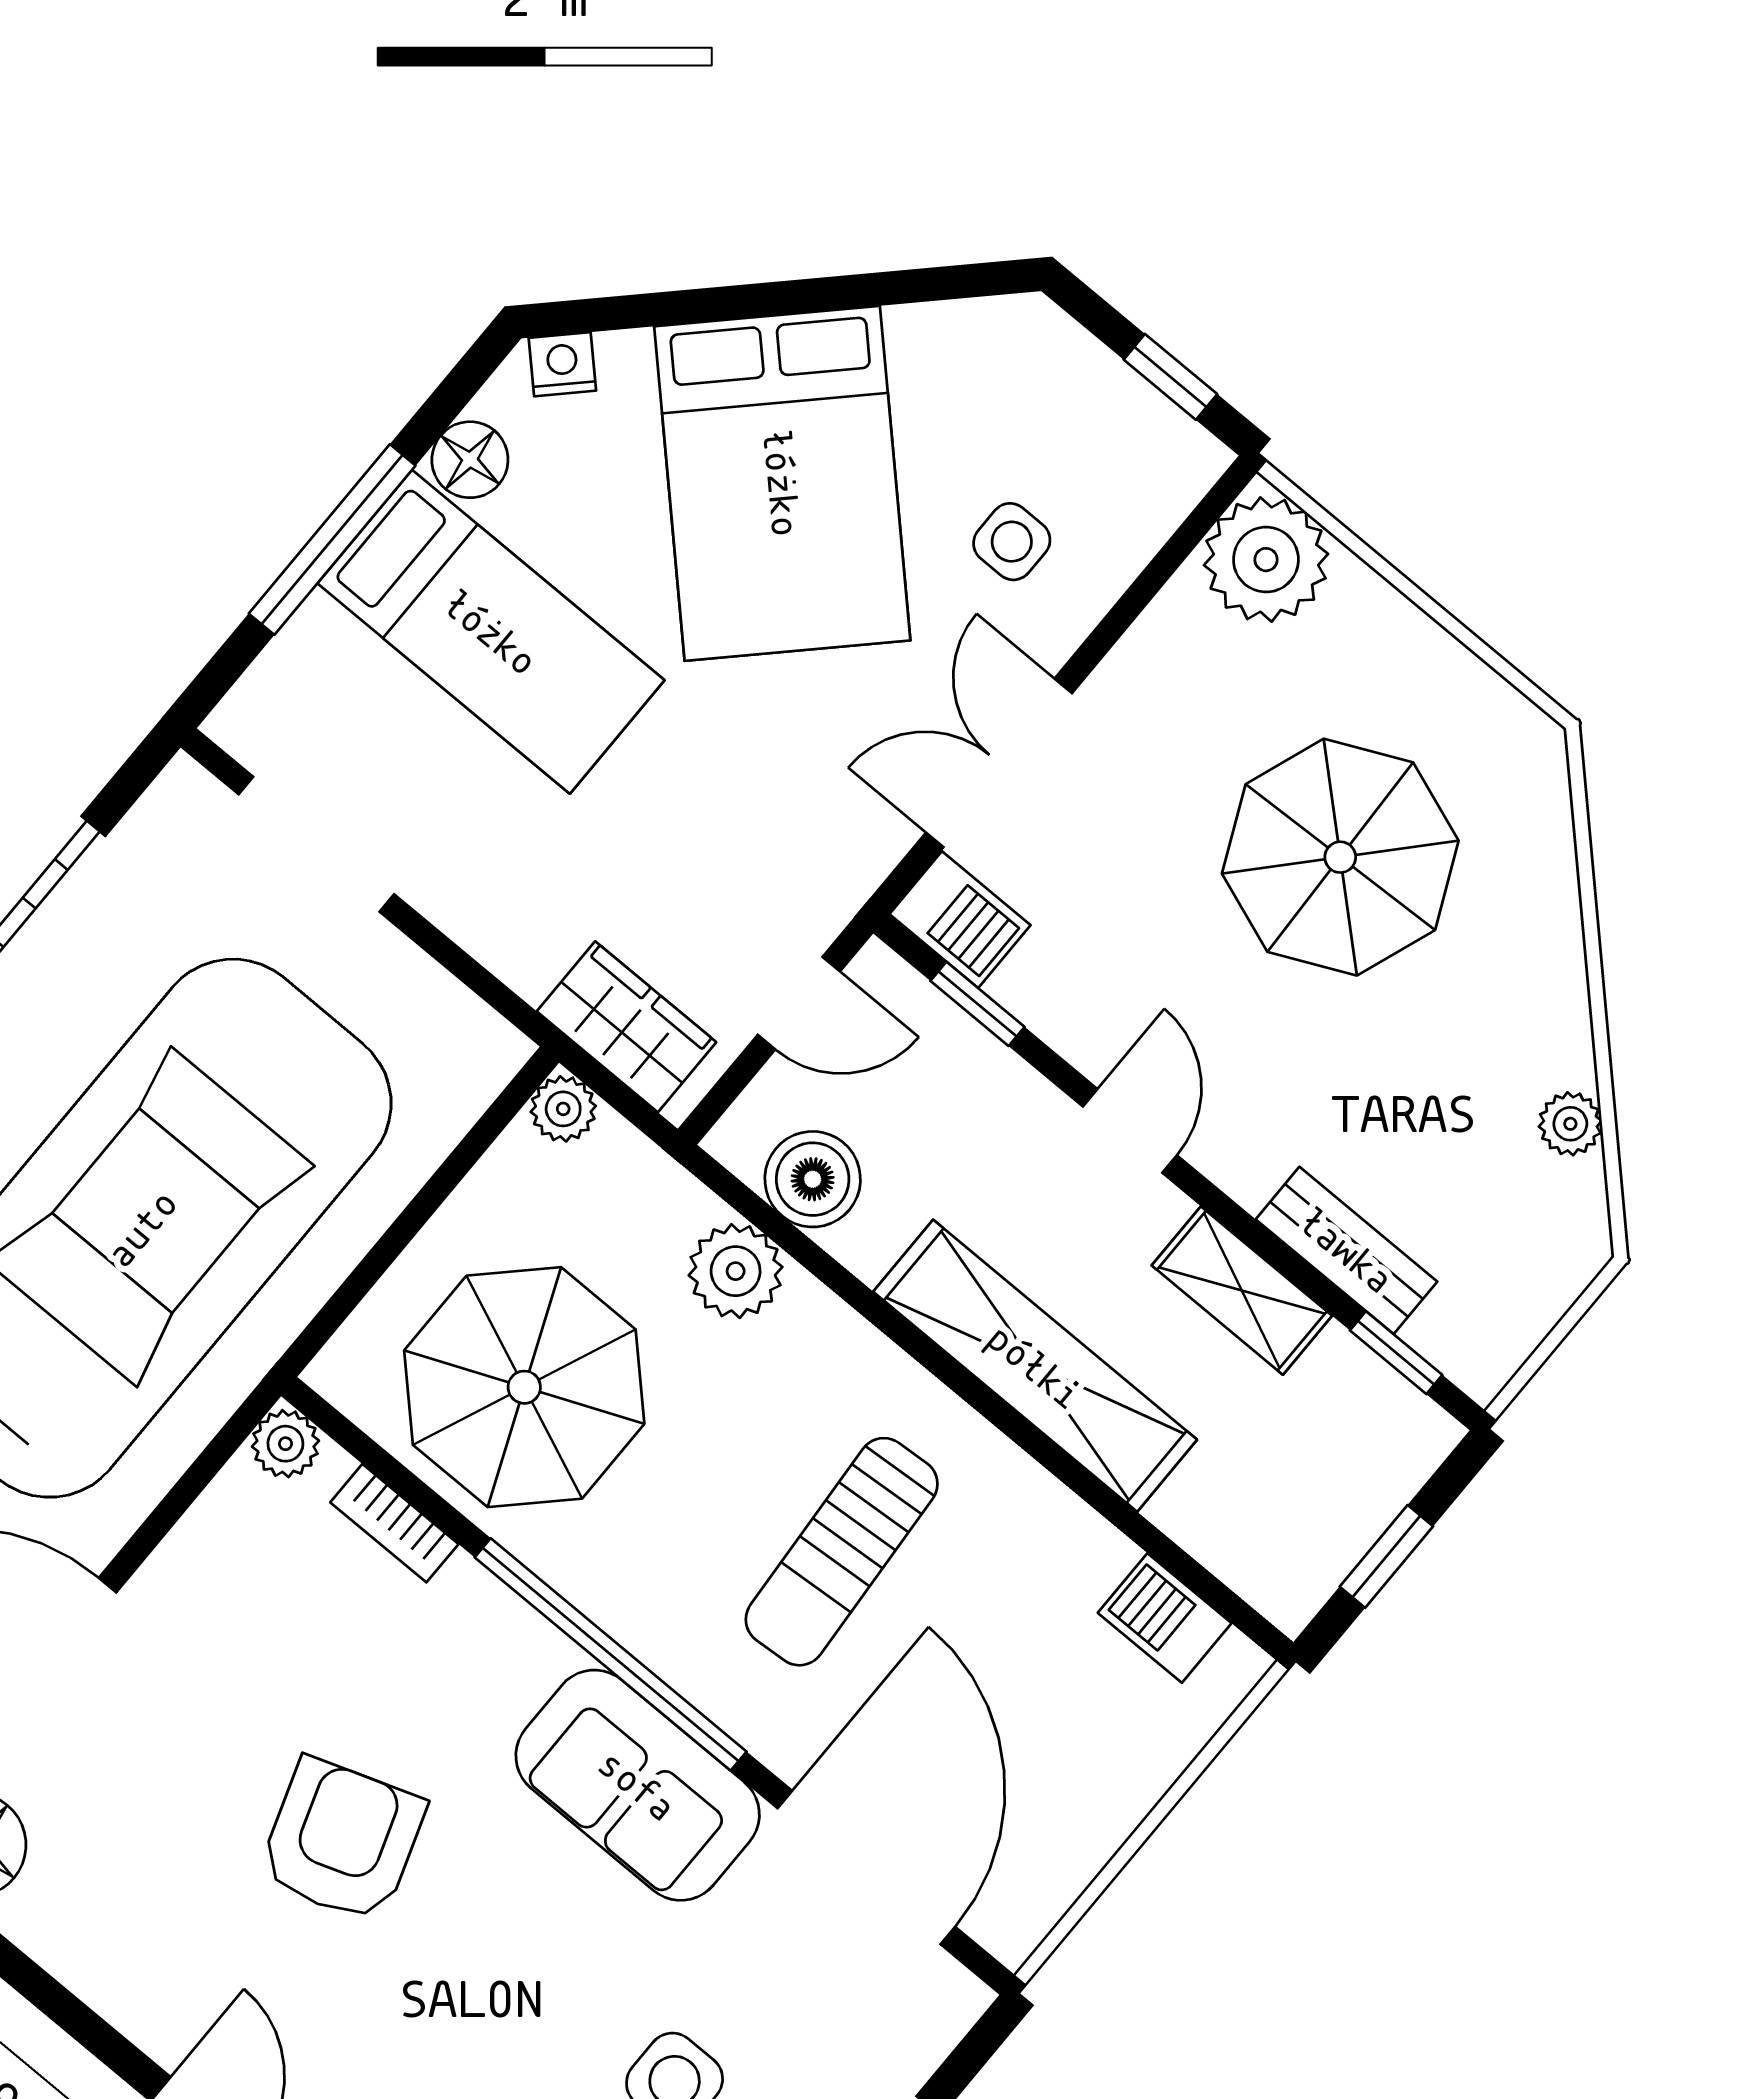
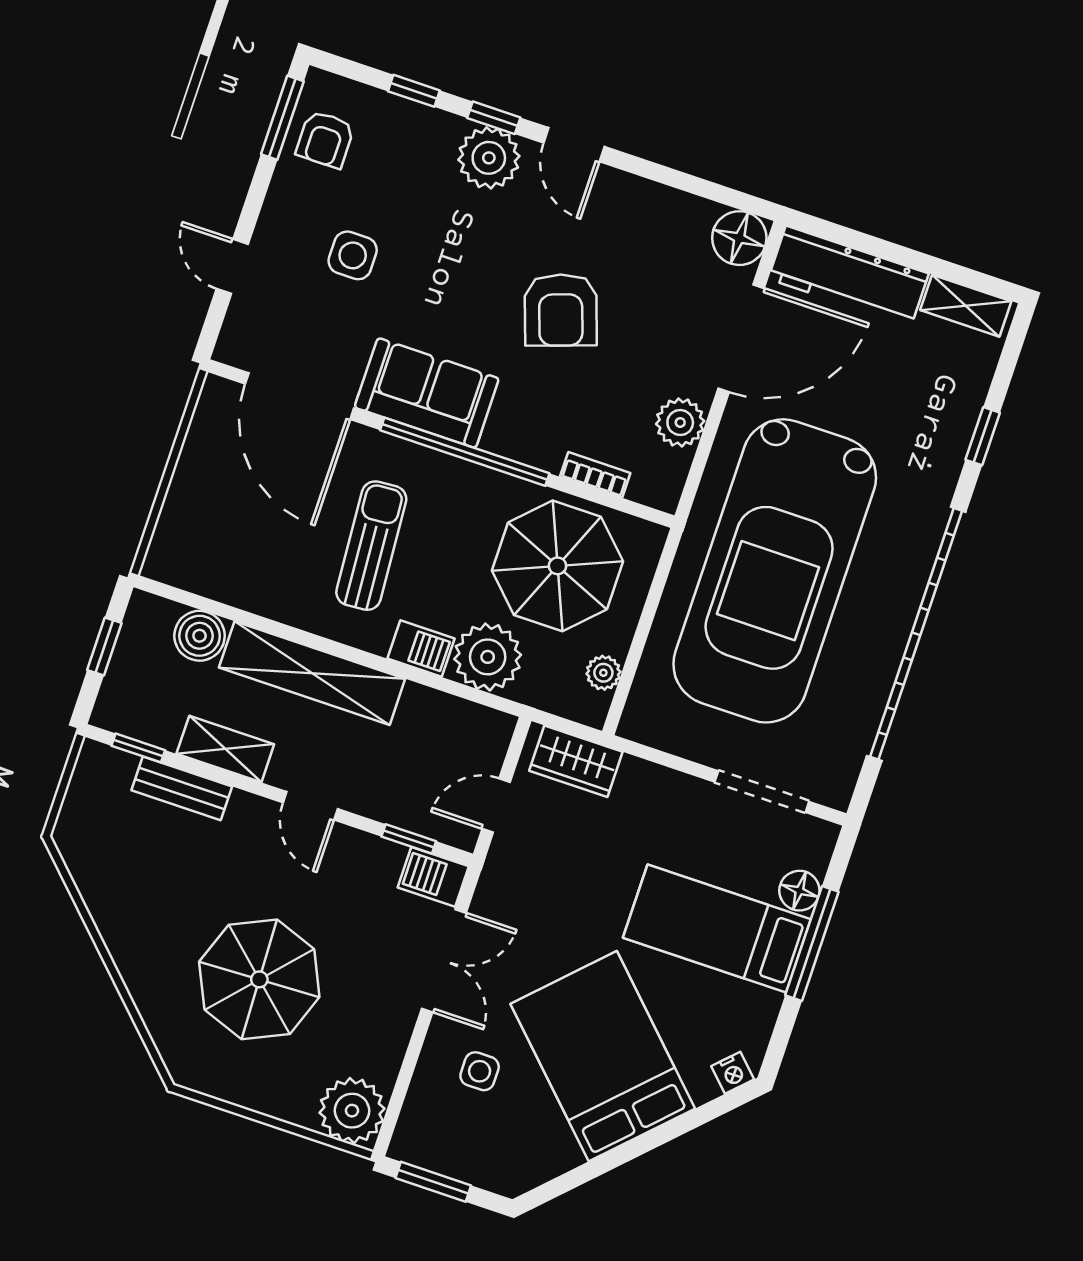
window: (1170, 377) -> (433, 1182), width x1.50
floor lamp: (470, 460) -> (799, 891), moved
plant: (563, 1109) -> (603, 673), moved
plant: (1570, 1124) -> (96, 893), removed
boiler: (813, 1179) -> (200, 636), moved
plant: (736, 1271) -> (488, 657), width x1.36, depth x1.36
plant: (285, 1444) -> (680, 422), moved, width x1.38, depth x1.38
barbecue: (1165, 1618) -> (421, 649), moved

